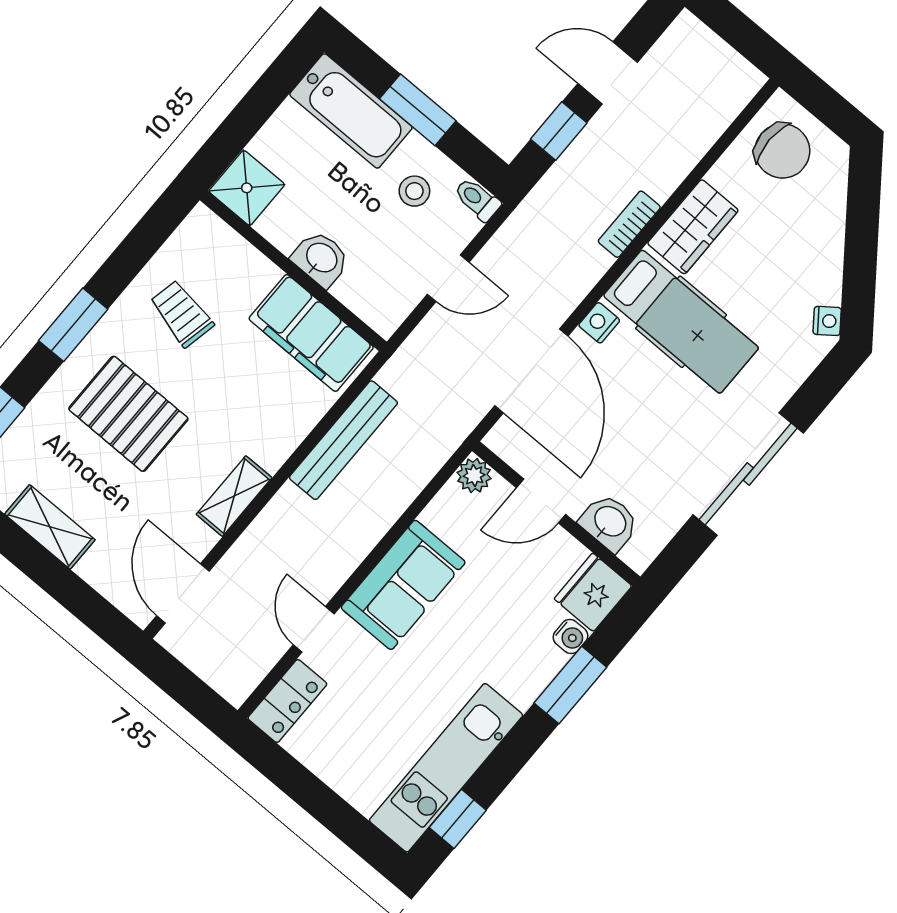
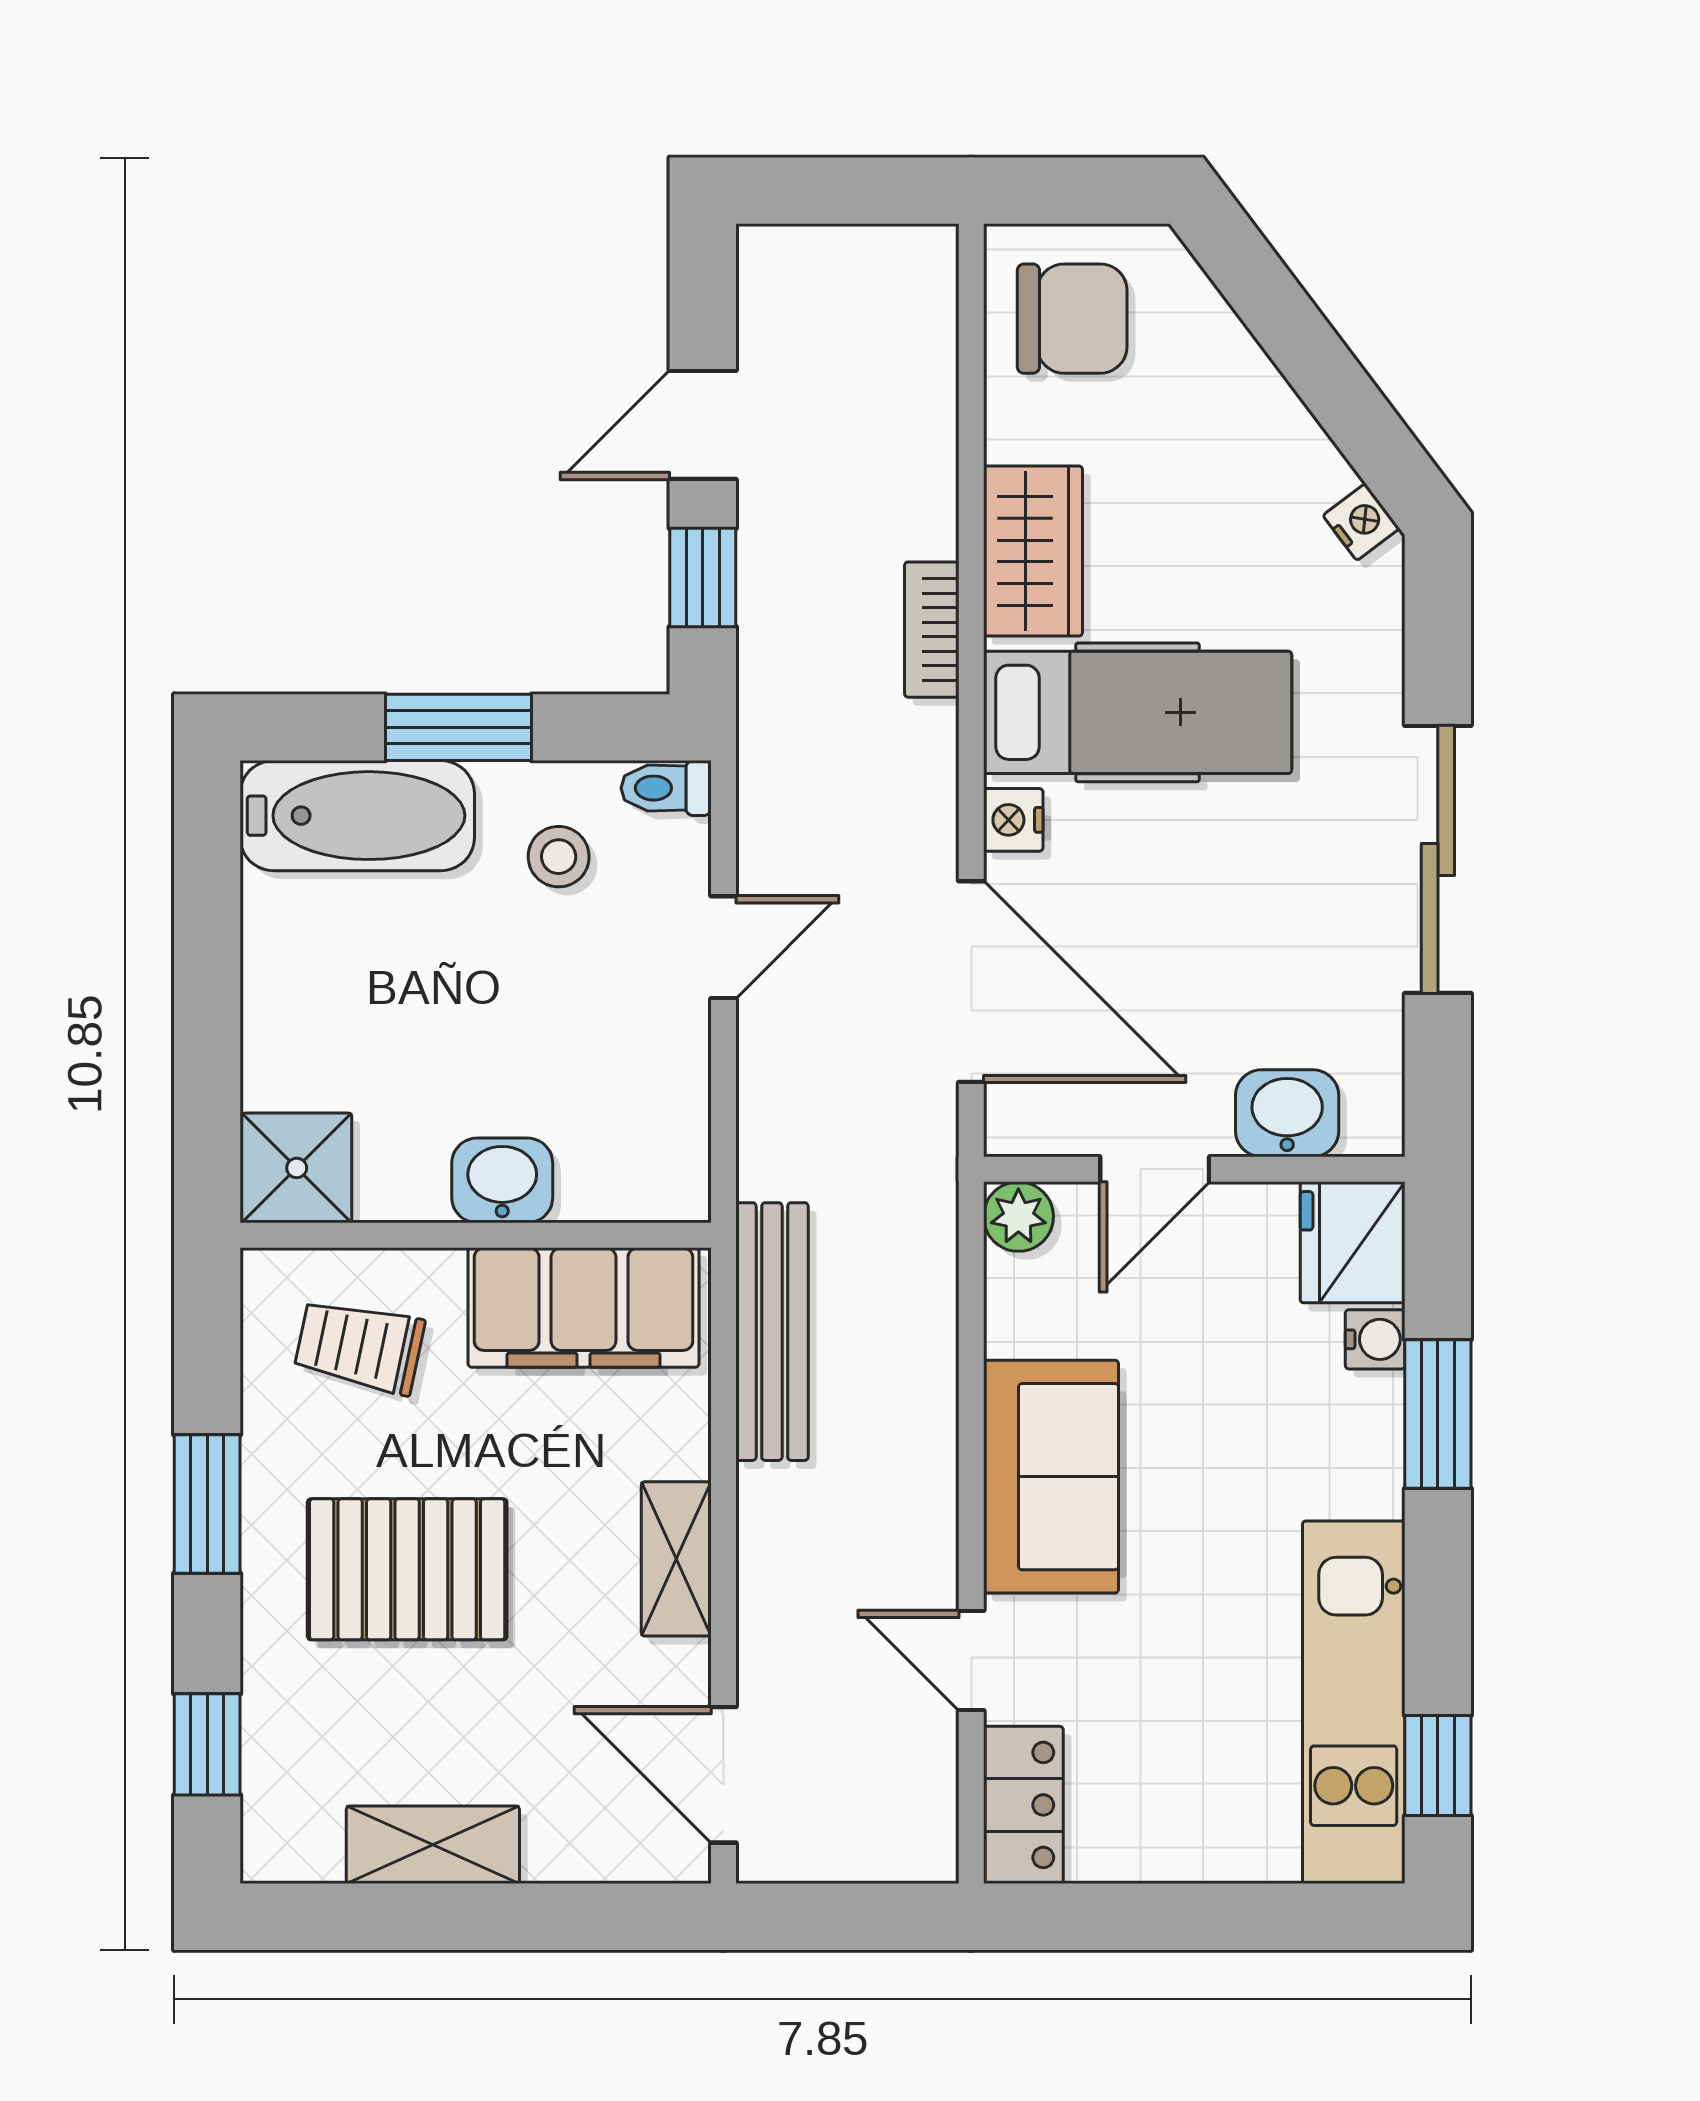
shower: (247, 188) -> (297, 1168), moved
washbasin: (321, 258) -> (502, 1180), moved
wall: (293, 271) -> (476, 1235), moved
filing cabinet: (311, 333) -> (584, 1308), moved

